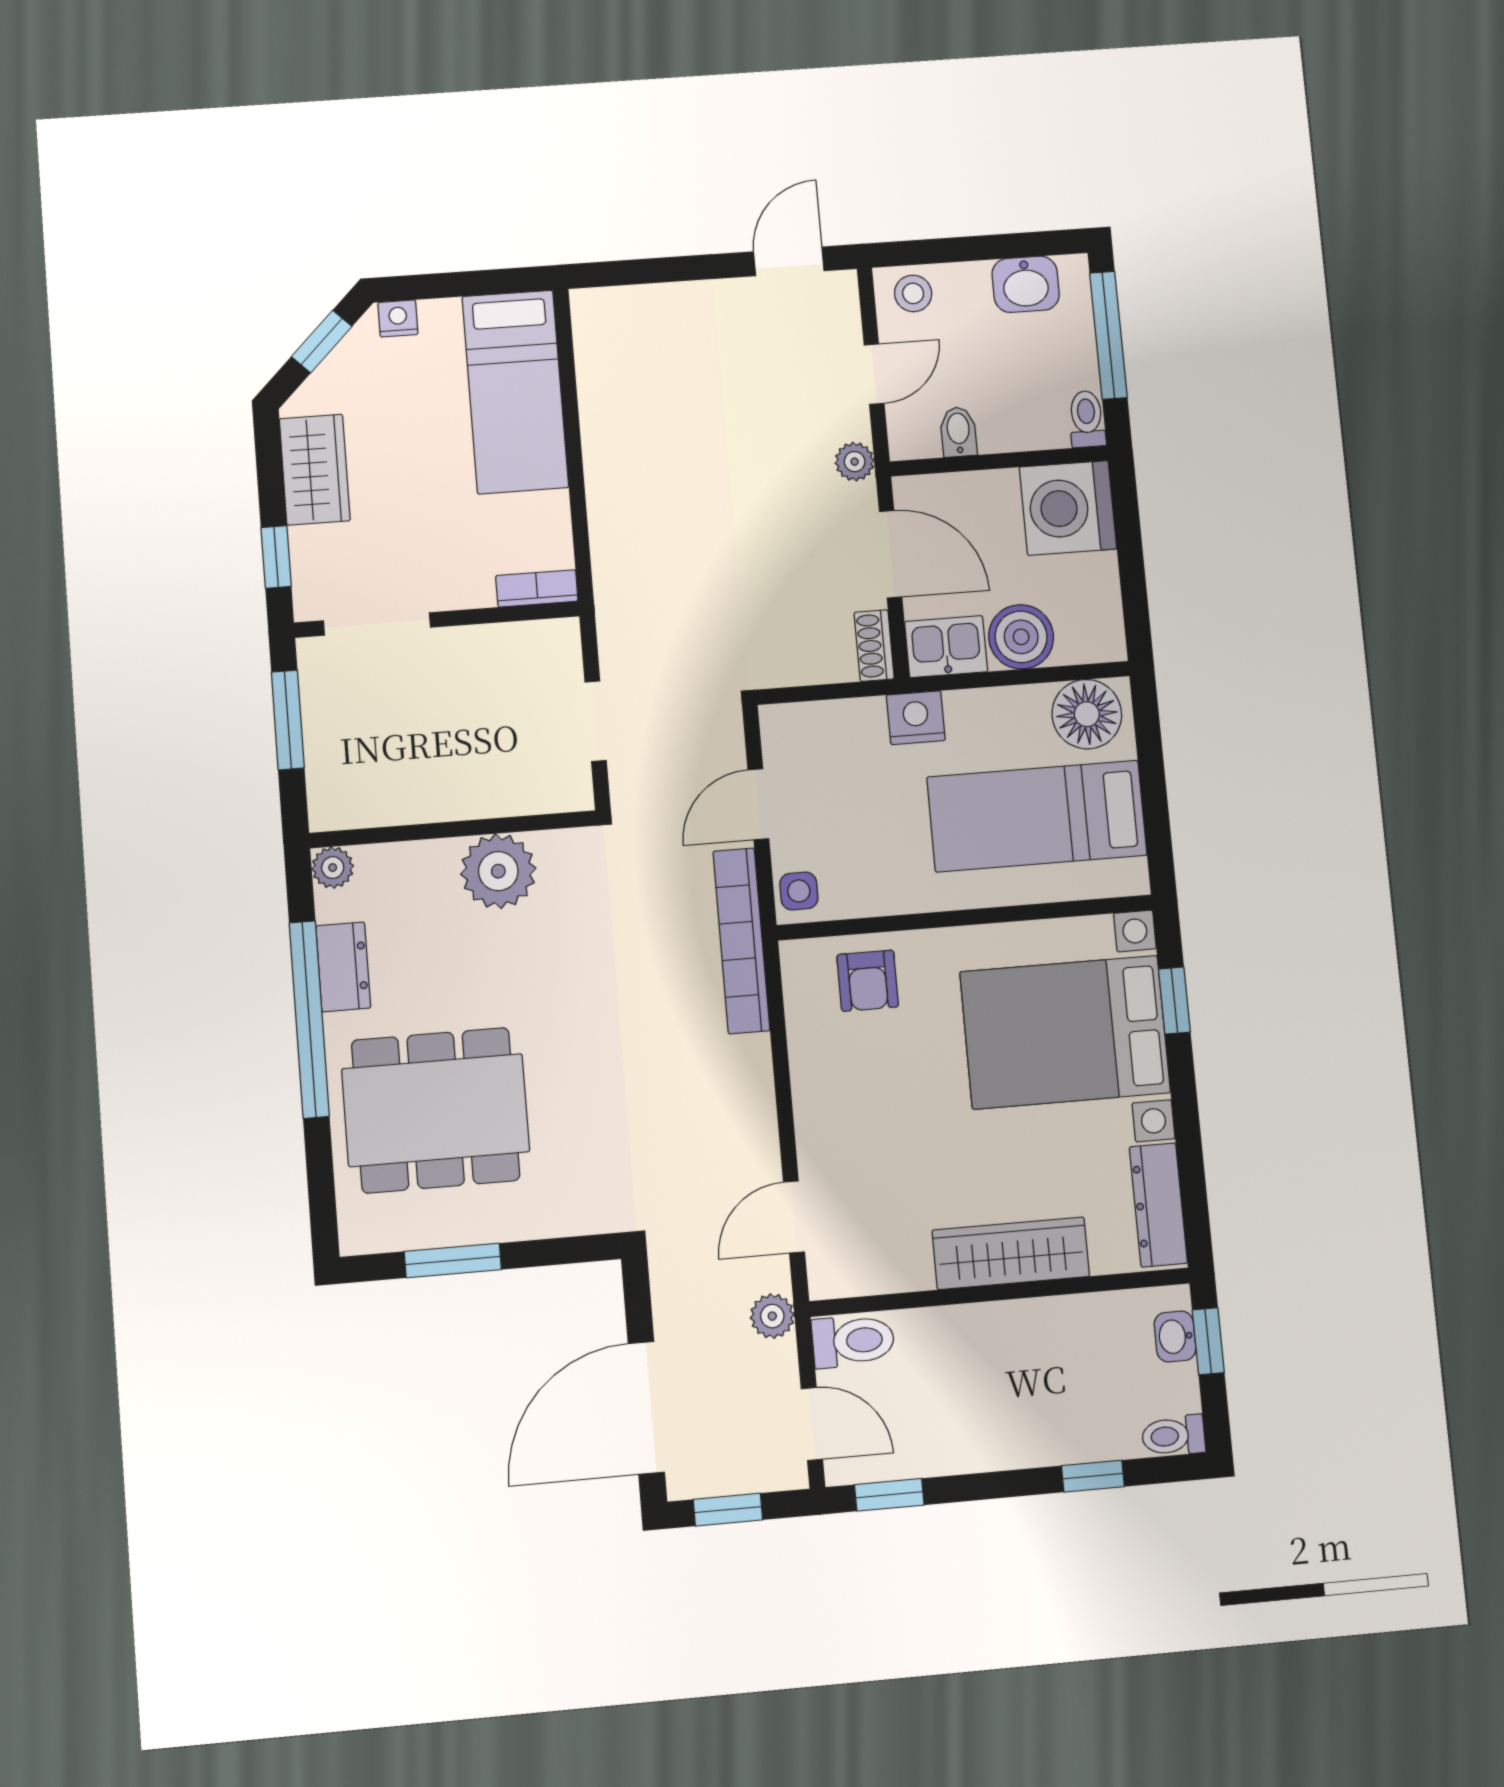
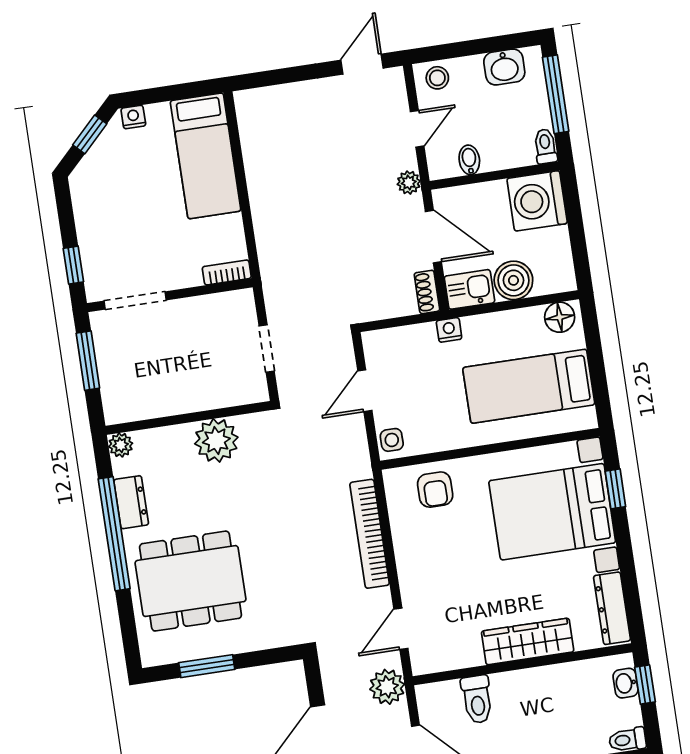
wardrobe: (315, 470) -> (92, 211), removed
floor lamp: (1087, 714) -> (560, 317), width x0.73, depth x0.73
nightstand: (916, 718) -> (449, 330), width x0.72, depth x0.74
bookcase: (741, 941) -> (370, 534), moved
plant: (772, 1316) -> (387, 687), width x1.38, depth x1.38
toilet: (853, 1341) -> (477, 699), moved, turned 90

